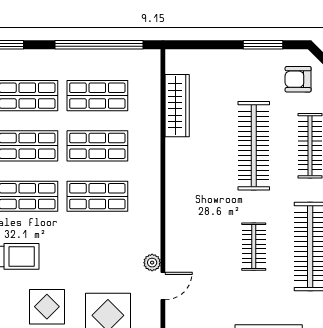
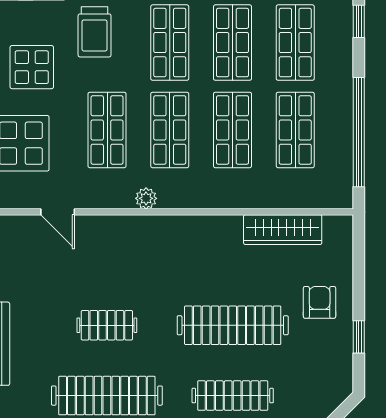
window: (263, 45) -> (359, 337), width x0.67
armchair: (298, 79) -> (320, 302), moved
shop shelf: (97, 246) -> (107, 130), added
plant: (152, 263) -> (146, 198), moved

